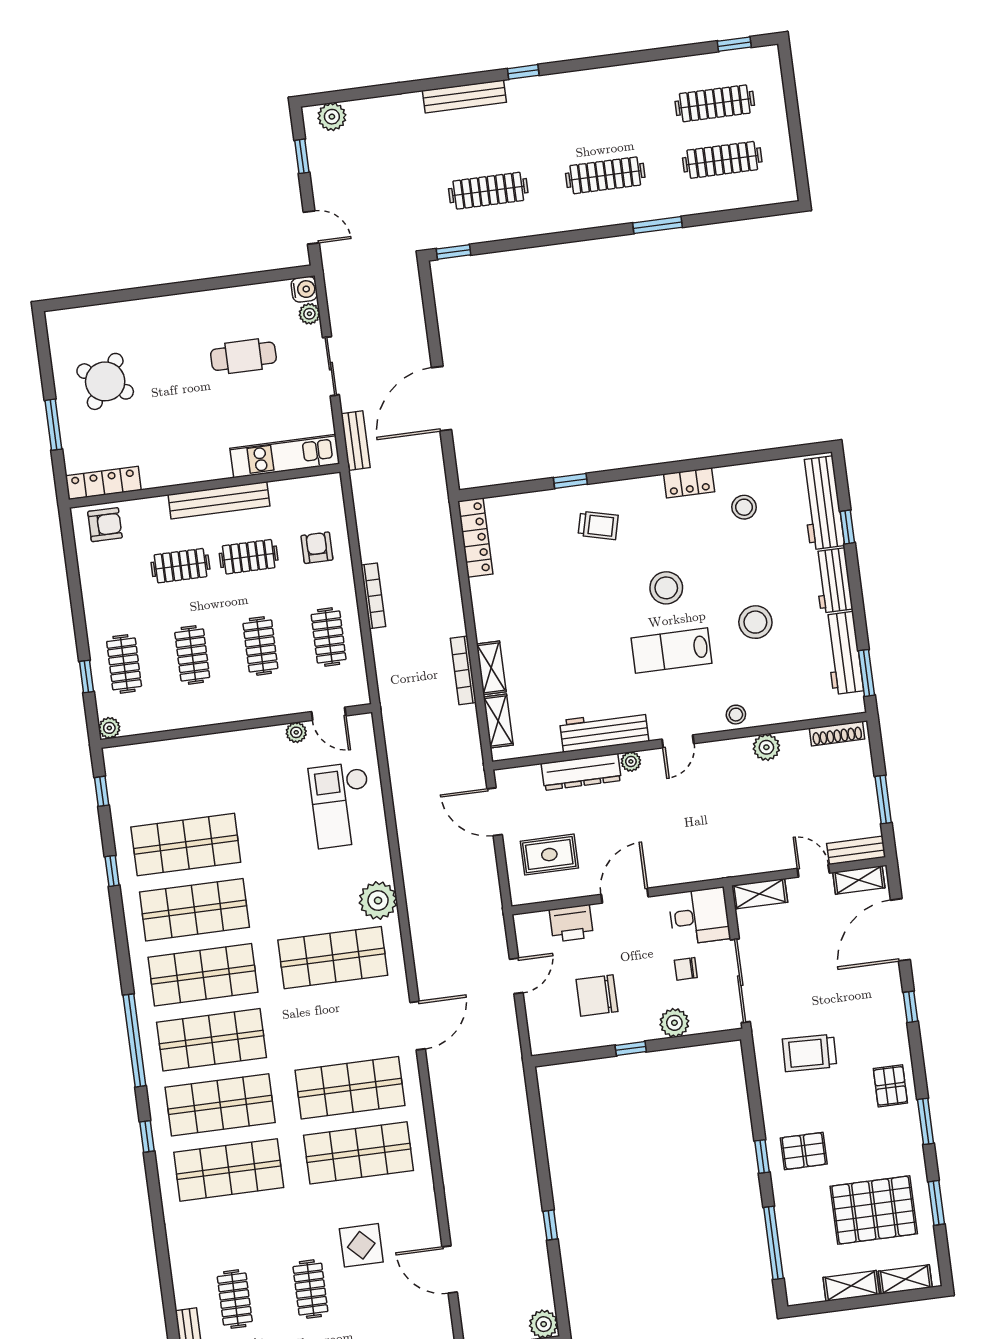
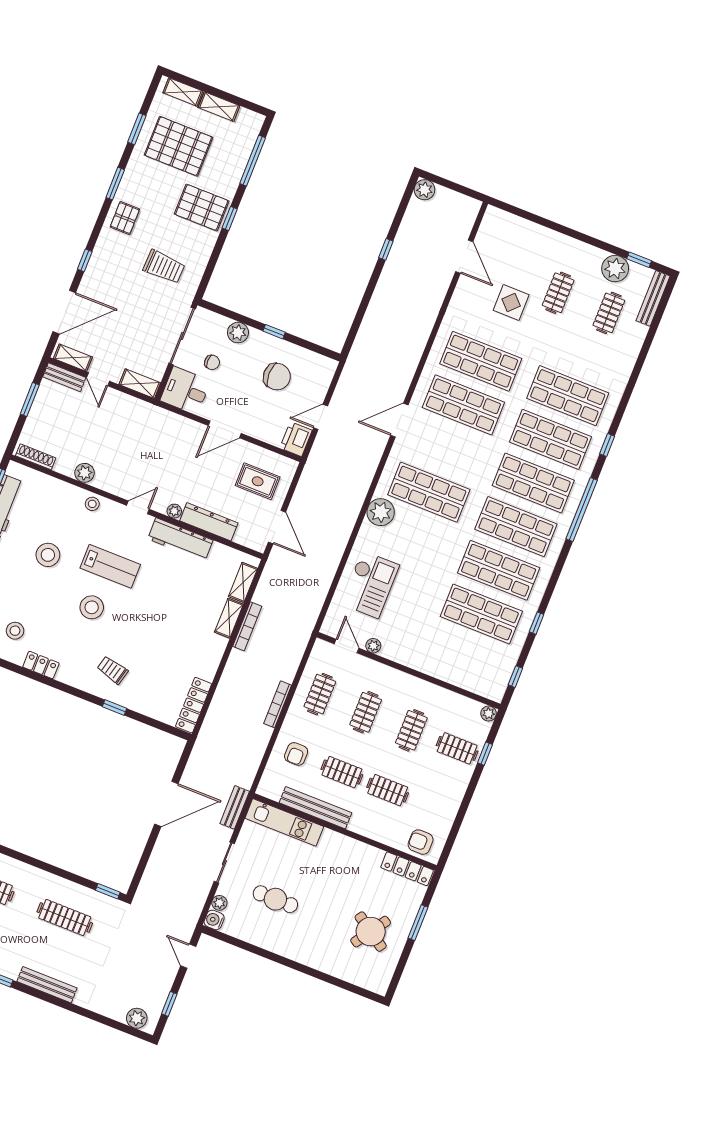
bench: (219, 500) -> (315, 808), moved
clothes rail: (124, 664) -> (457, 748), turned 90
printer: (571, 923) -> (296, 439), moved, turned -90
pallet: (804, 1151) -> (202, 207), width x1.50, depth x1.42

